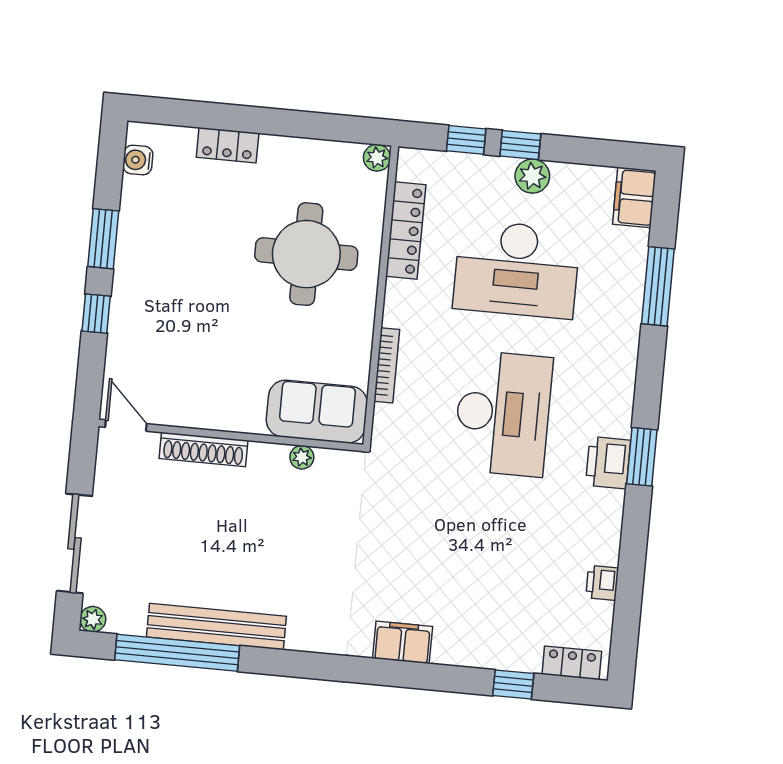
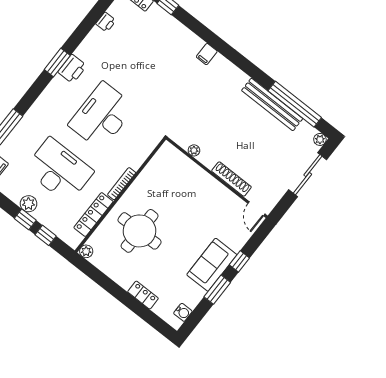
bookcase: (387, 365) -> (122, 184), moved
sofa: (317, 412) -> (212, 265), moved, turned 90
filing cabinet: (403, 642) -> (207, 54), width x0.50

